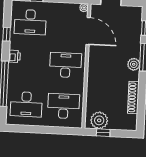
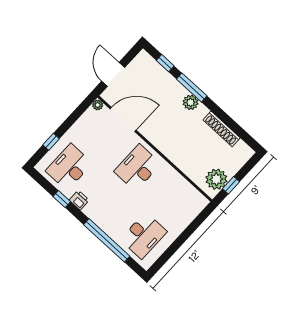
desk: (30, 22) -> (69, 167), turned 180
printer: (14, 56) -> (79, 200), moved
desk: (64, 106) -> (175, 202), removed

